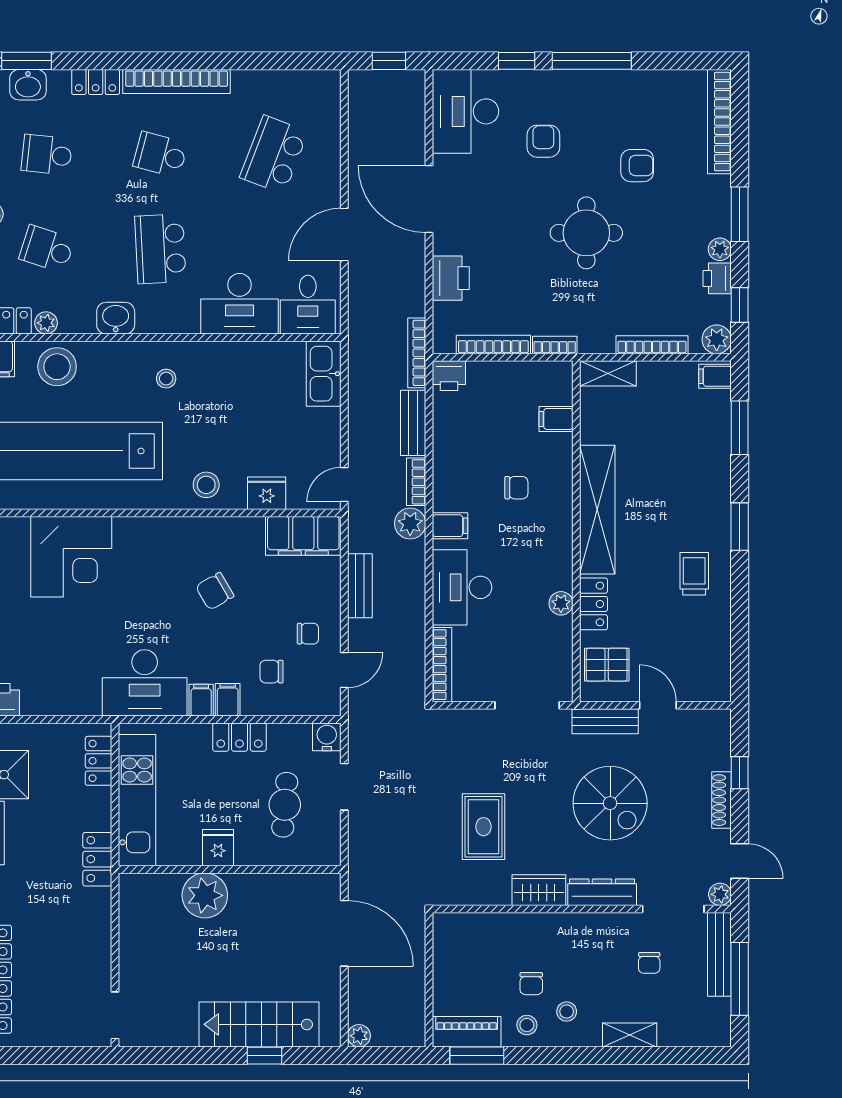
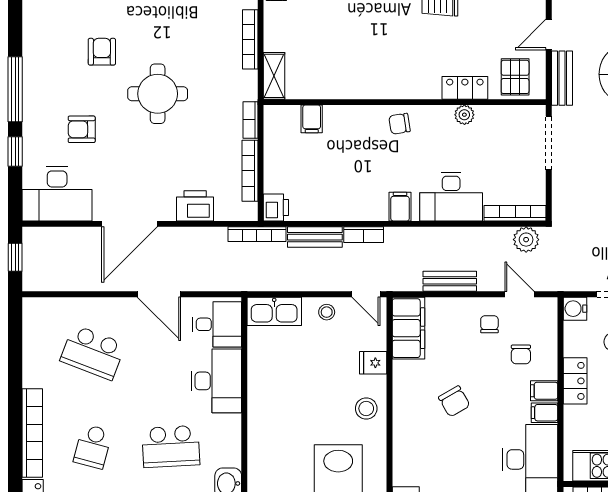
stool: (166, 379) -> (327, 312), moved
chair: (516, 488) -> (400, 124), moved, turned -99
fridge: (267, 493) -> (373, 363), width x0.72
shelving: (597, 510) -> (387, 85), removed
plant: (410, 523) -> (526, 240), moved

